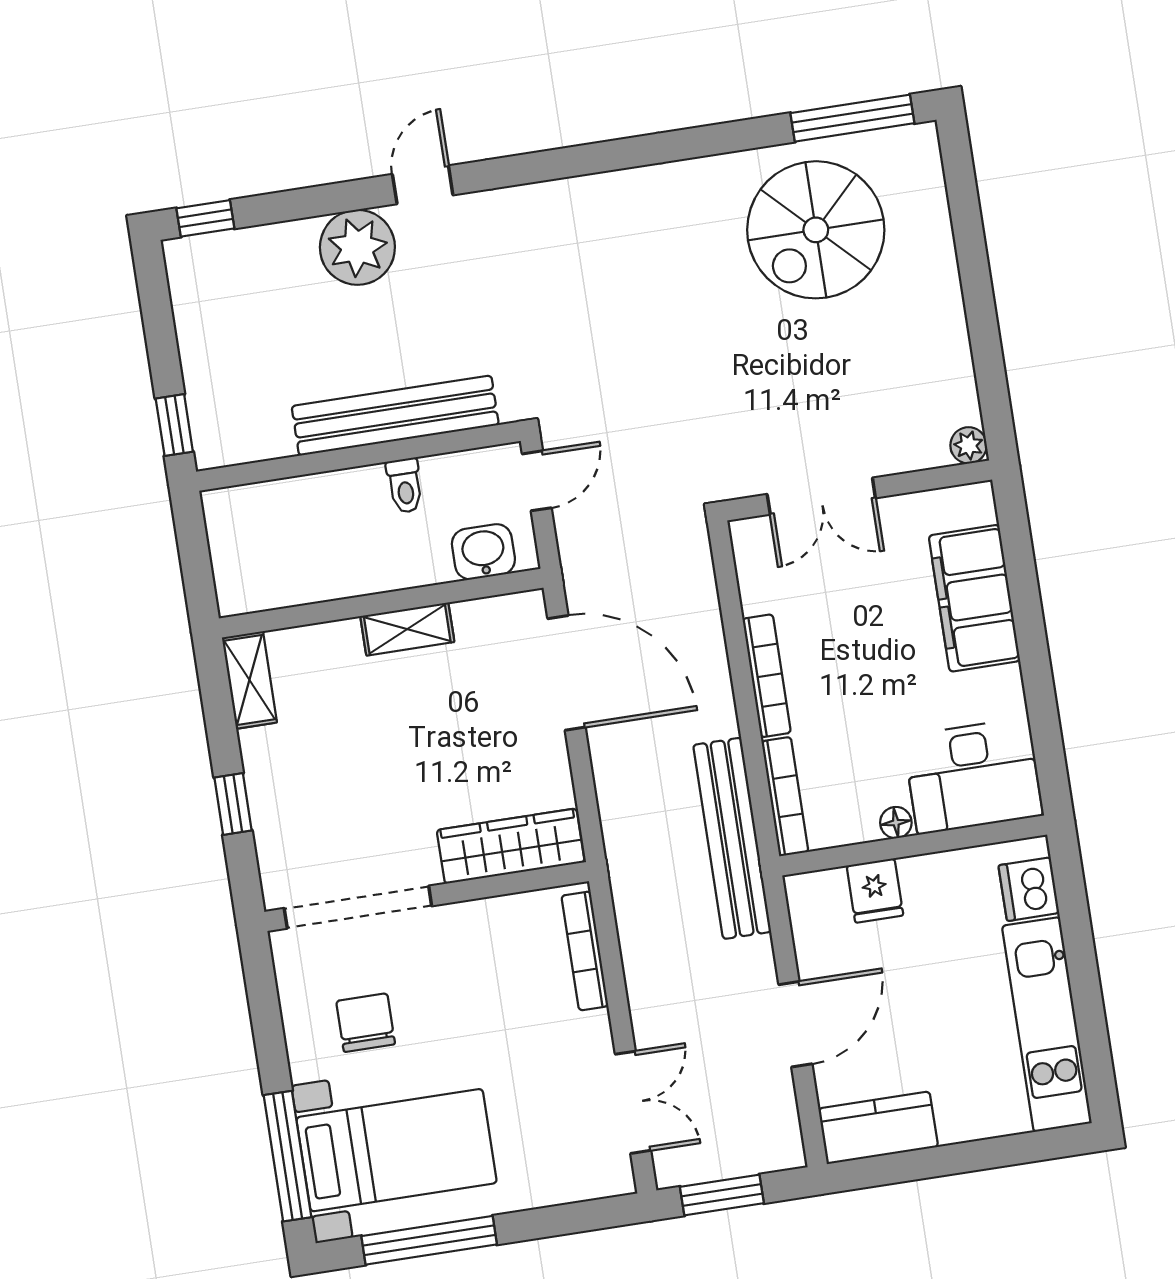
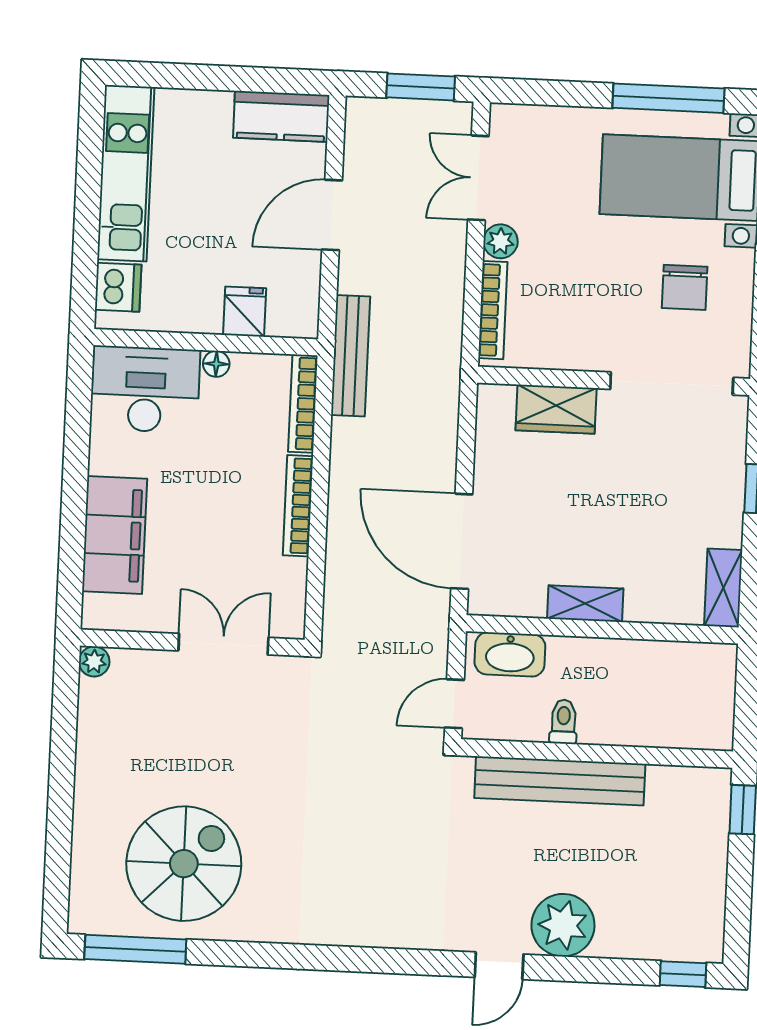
washbasin: (483, 552) -> (510, 654), width x1.38
bench: (732, 838) -> (351, 356), width x0.73, depth x0.82
wardrobe: (511, 846) -> (556, 409), width x0.67
plant: (592, 1033) -> (501, 241), added

